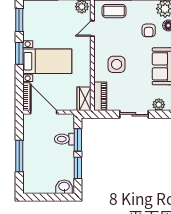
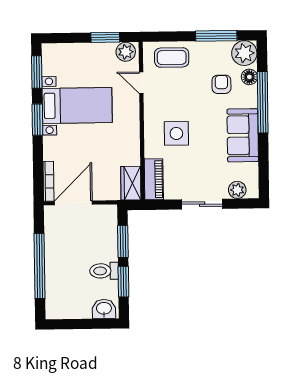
door: (92, 29) -> (141, 83), hinge flipped
armchair: (149, 30) -> (221, 84), turned 180
bed with nightstands: (47, 61) -> (77, 105), moved
door: (44, 112) -> (73, 203), hinge flipped
toilet: (64, 139) -> (104, 271), moved
window: (19, 156) -> (39, 266), width x1.46

